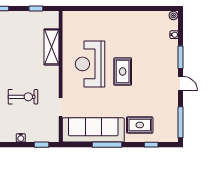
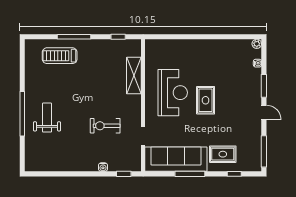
reception desk: (90, 64) -> (173, 93), turned 180
exercise bike: (23, 97) -> (105, 126), turned 180

